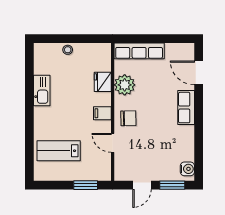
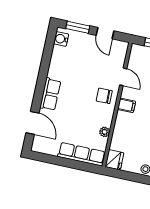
fridge: (103, 82) -> (114, 160), moved
plant: (125, 85) -> (105, 132), width x0.53, depth x0.53
door: (142, 185) -> (105, 33), swing flipped

